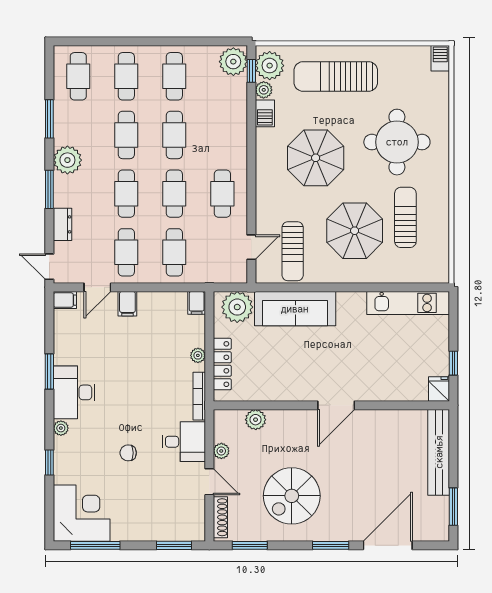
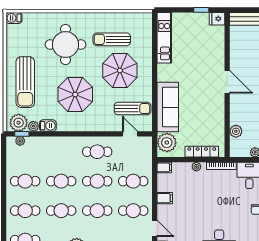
plant: (233, 62) -> (20, 141), width x0.53, depth x0.53
filing cabinet: (127, 304) -> (165, 198), moved

